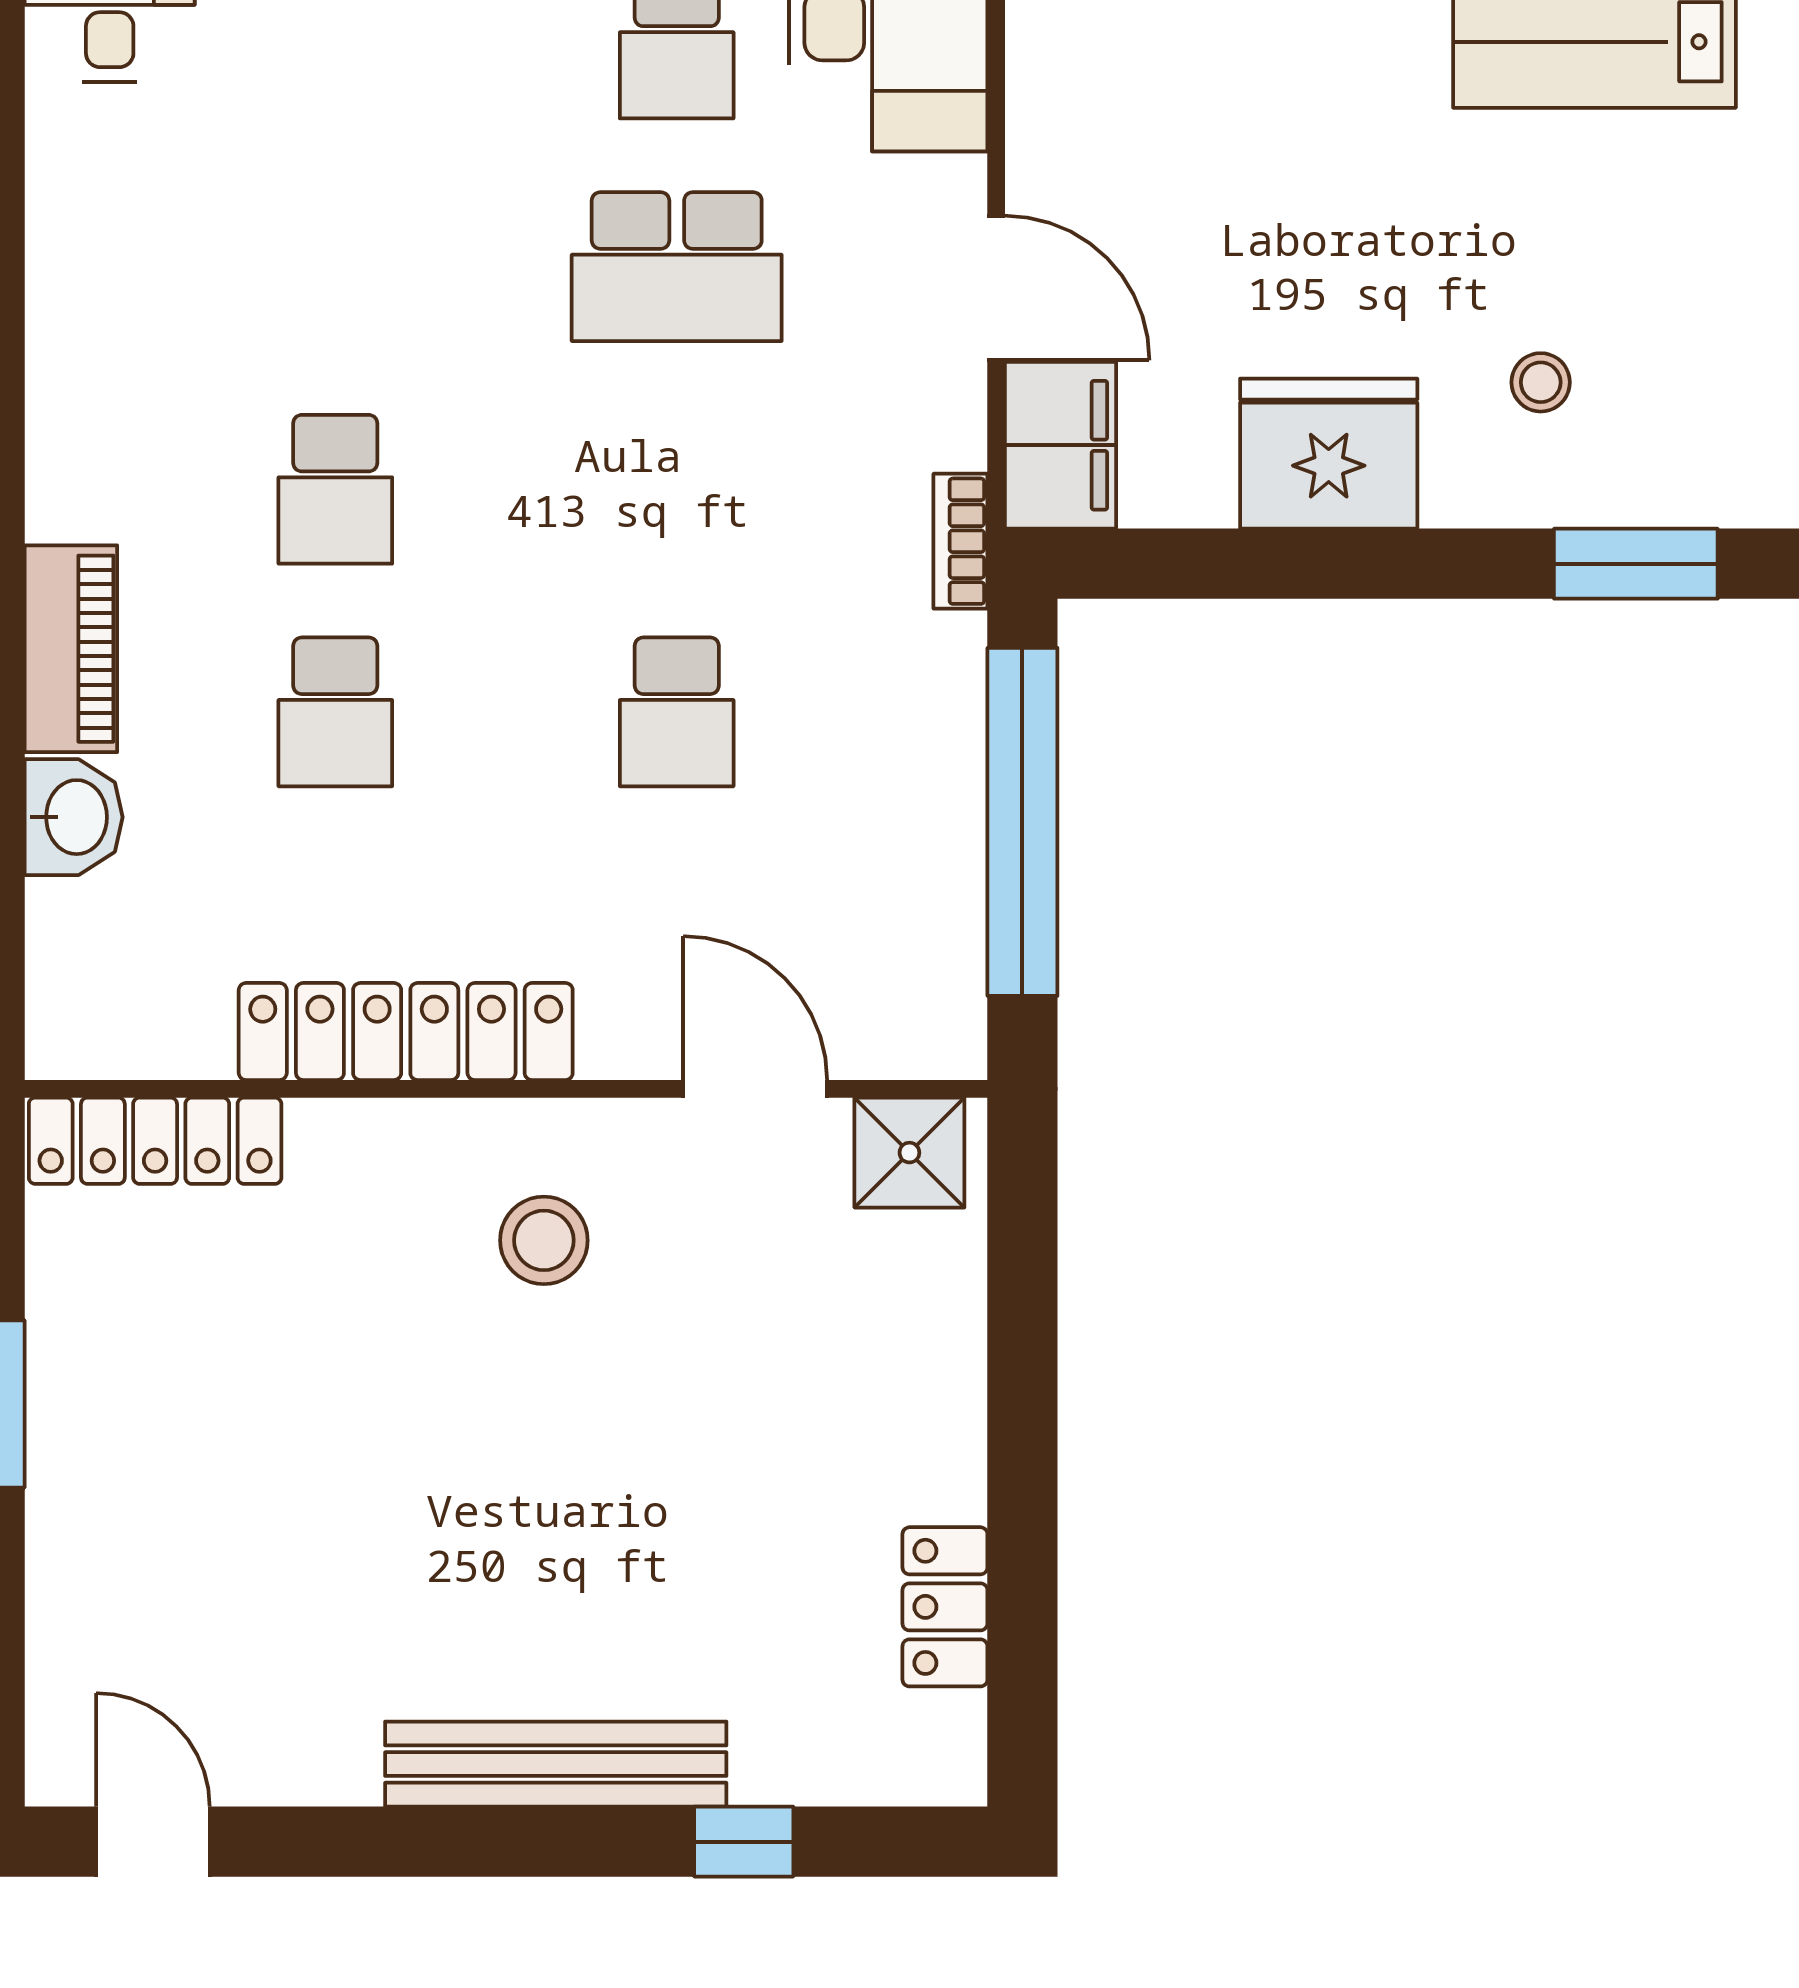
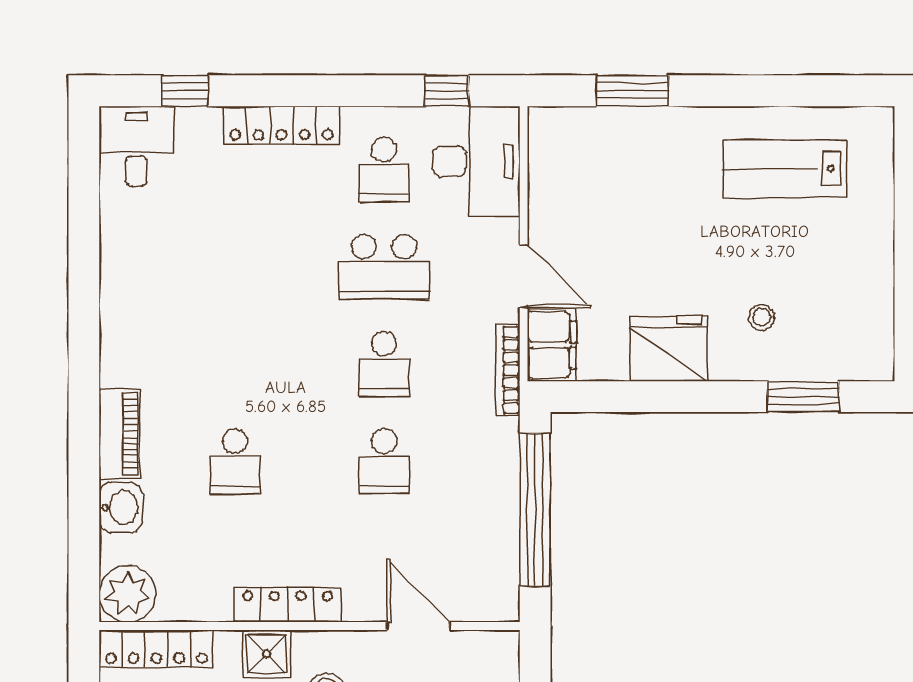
school desk: (335, 489) -> (384, 364), moved
bookcase: (960, 541) -> (508, 370), width x1.56
plant: (89, 1015) -> (128, 594), added
locker: (406, 1032) -> (288, 605), width x0.71, depth x0.83
shower: (909, 1153) -> (267, 654), moved

